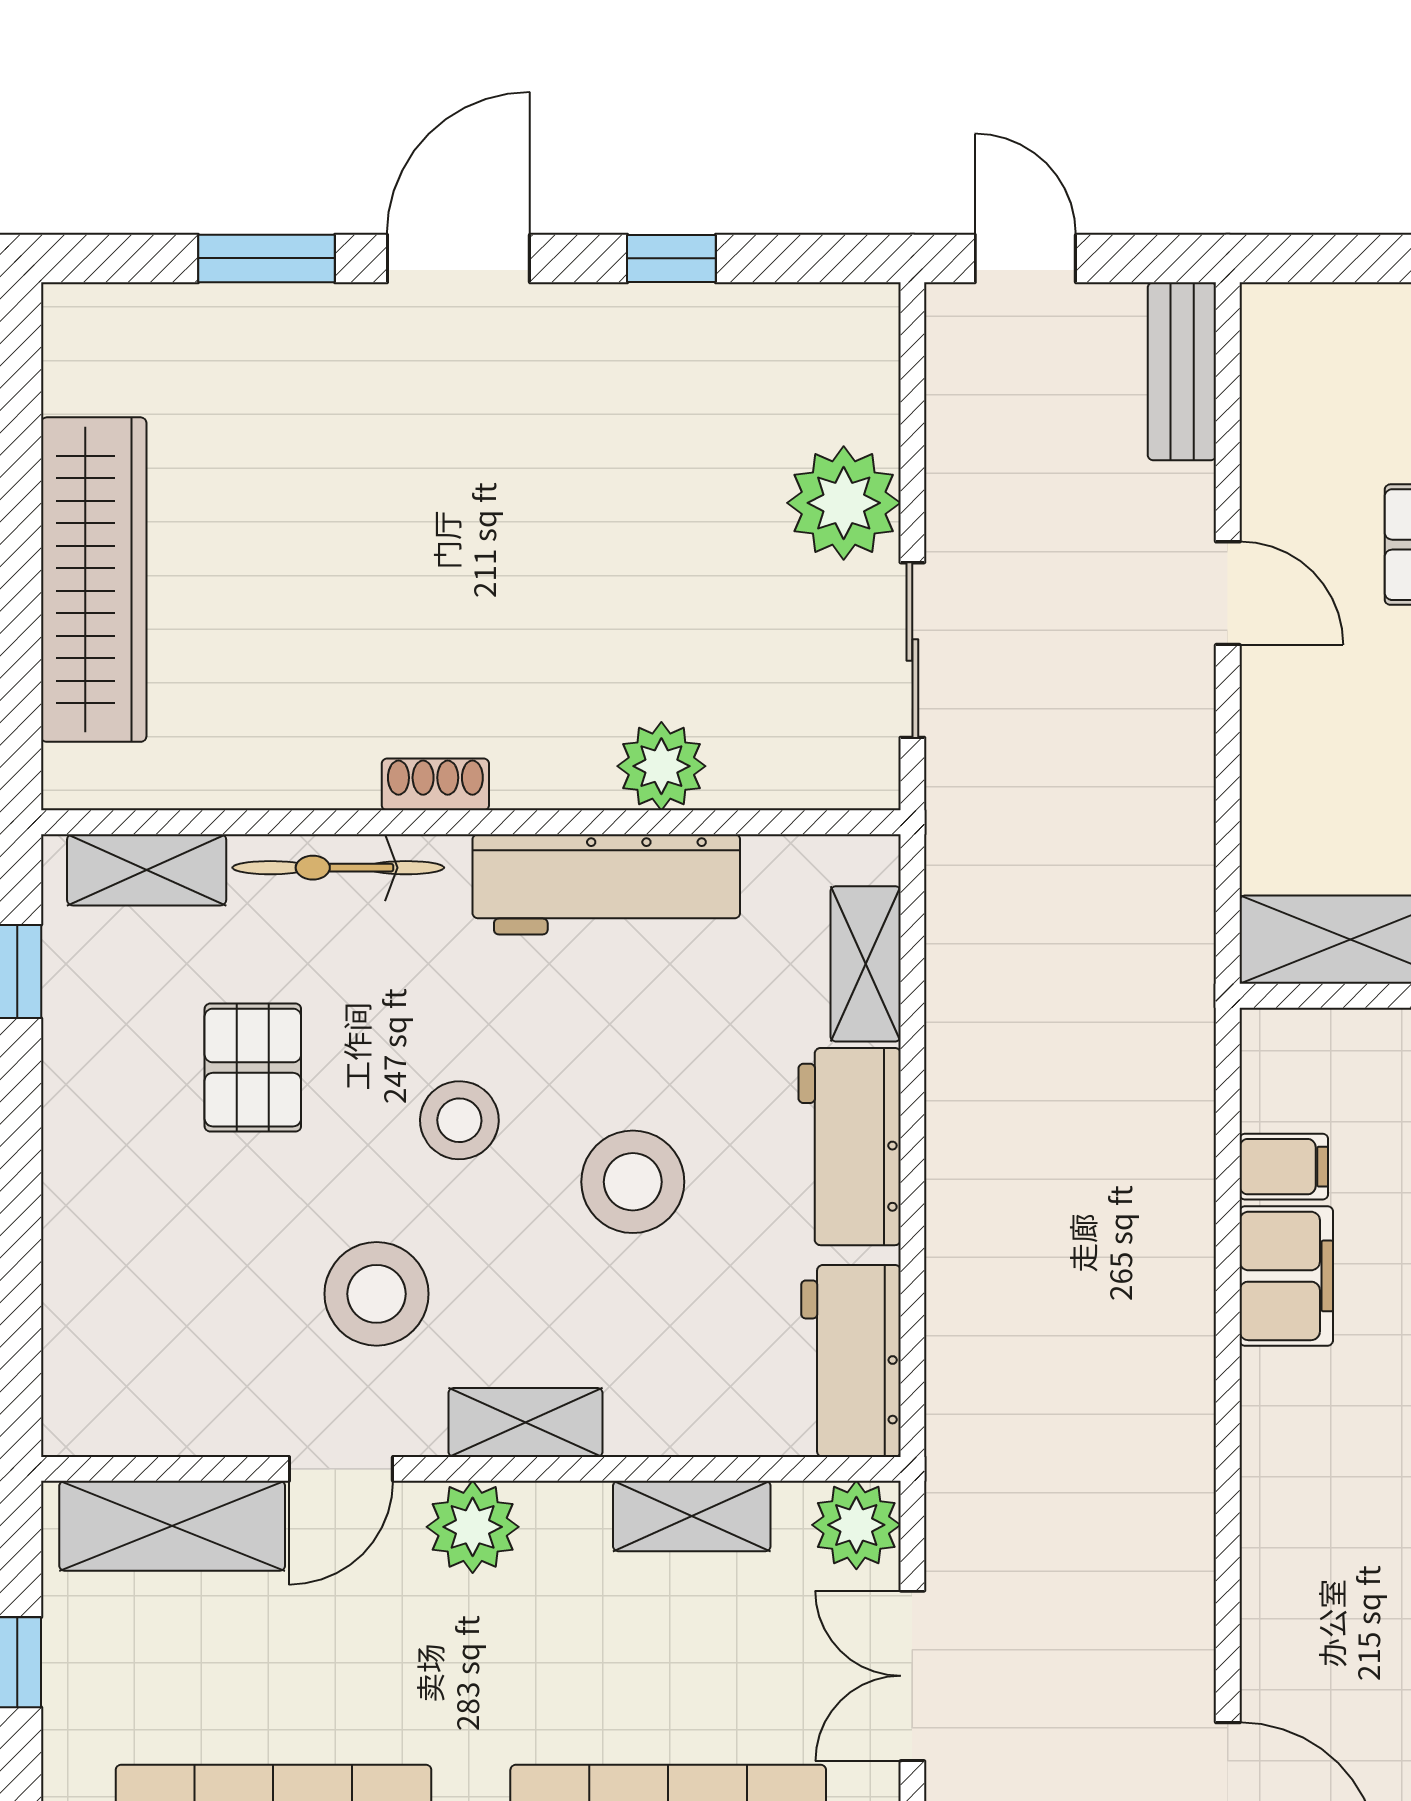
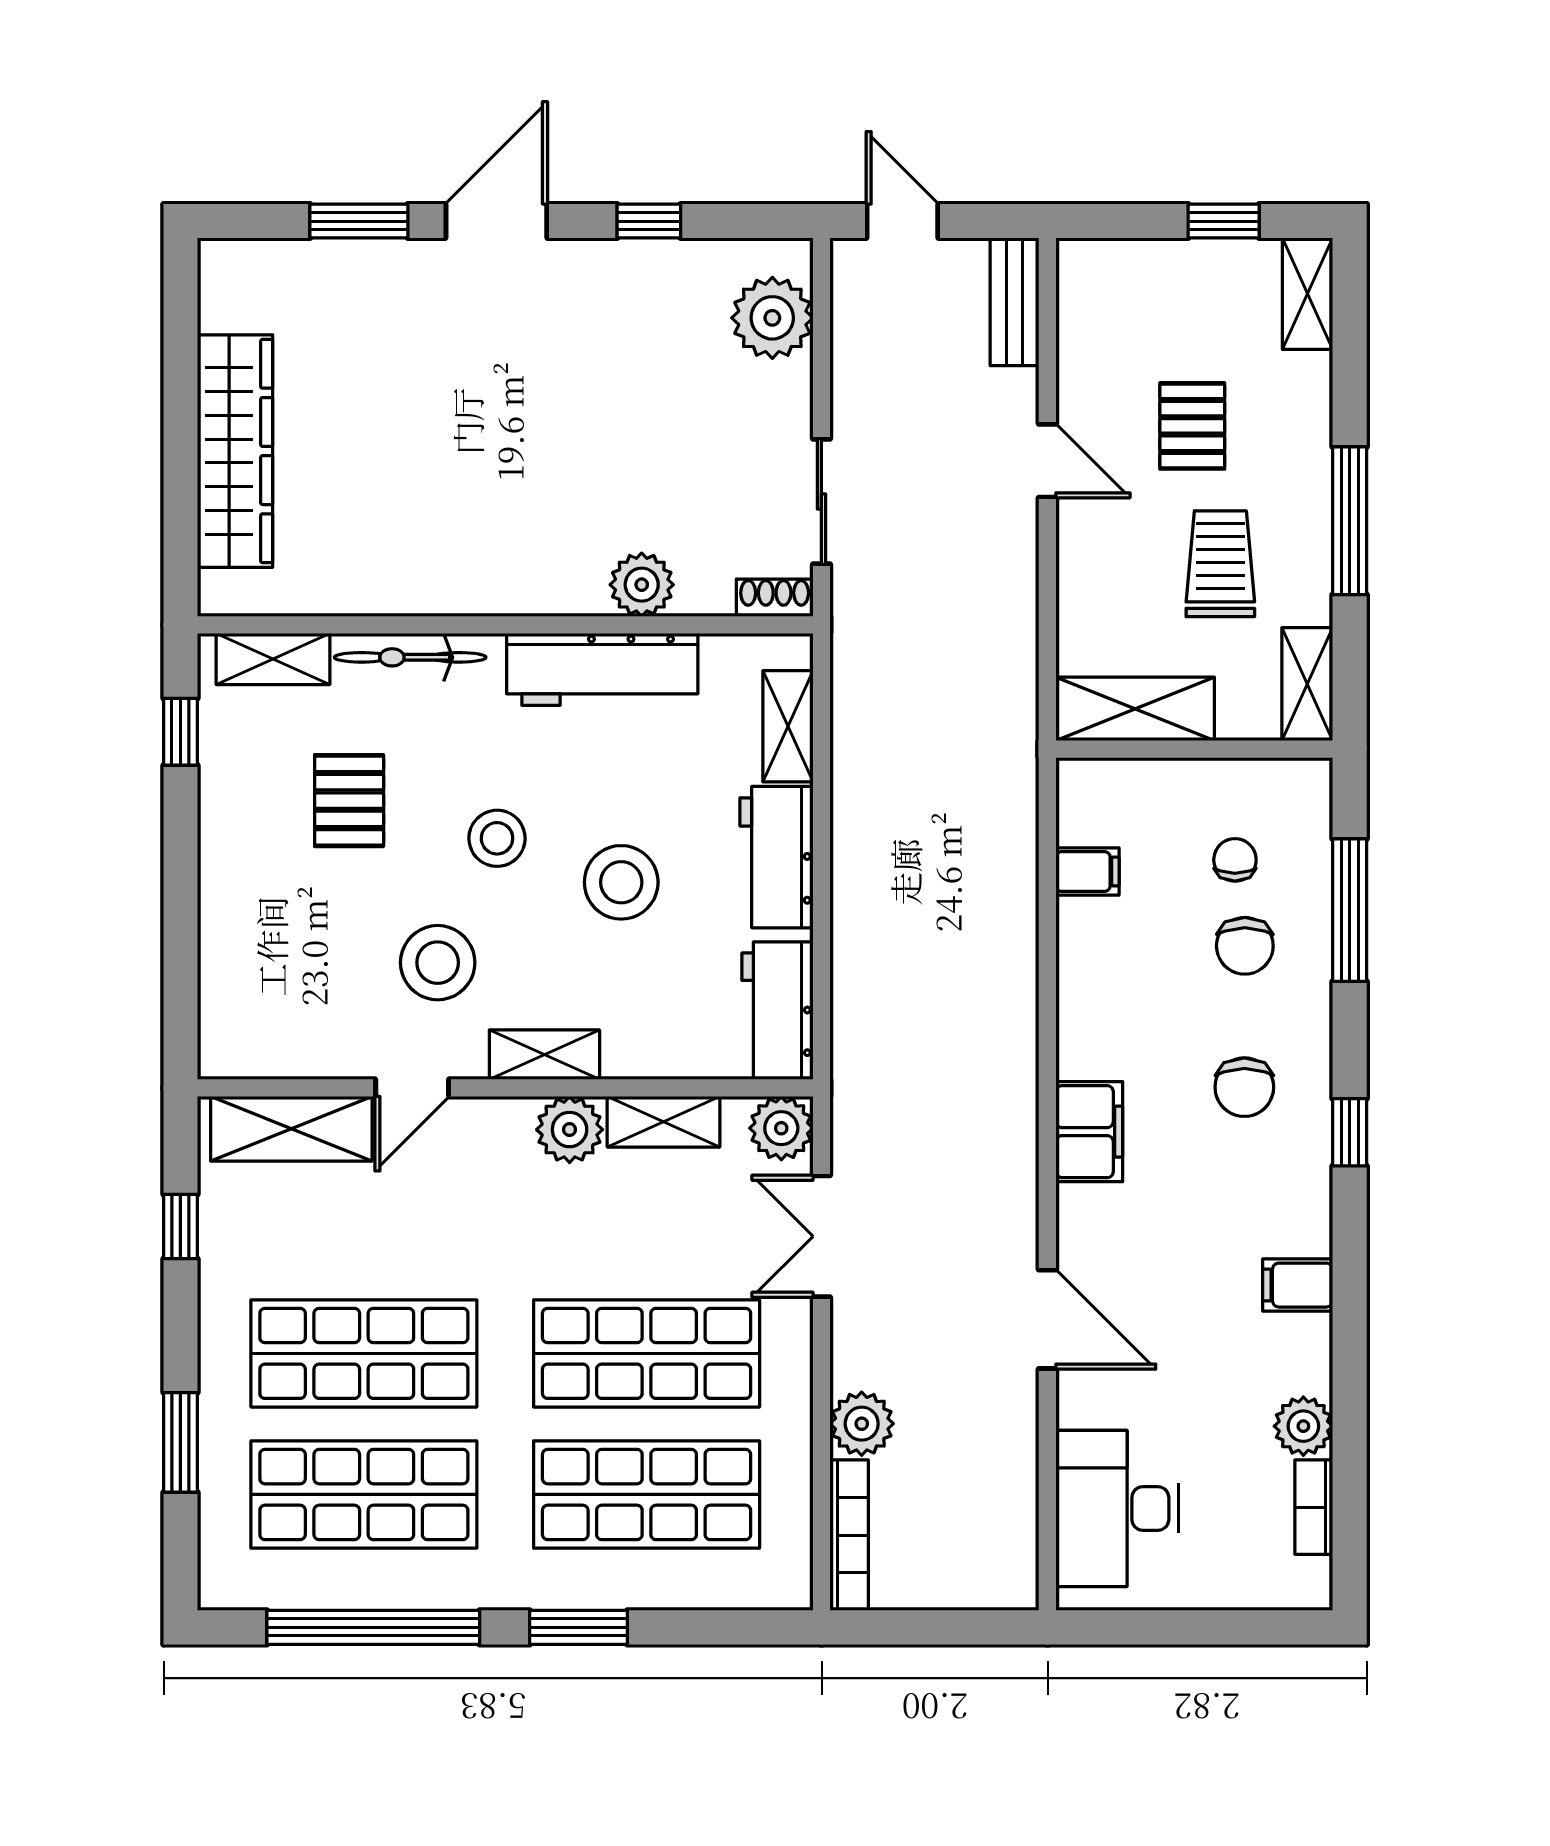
plant: (844, 503) -> (772, 318), moved
shoe rack: (435, 784) -> (775, 598), moved
filing cabinet: (1286, 1276) -> (1089, 1132), moved
plant: (473, 1527) -> (570, 1130), moved

